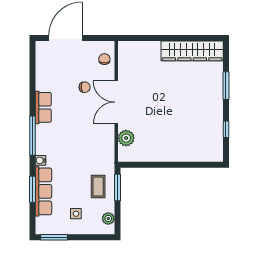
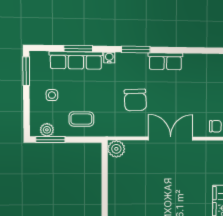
chair: (85, 87) -> (135, 100), moved, width x1.87, depth x1.87
window: (33, 136) -> (136, 49), width x0.69
plant: (126, 138) -> (116, 149), moved
window: (117, 188) -> (50, 140), moved

